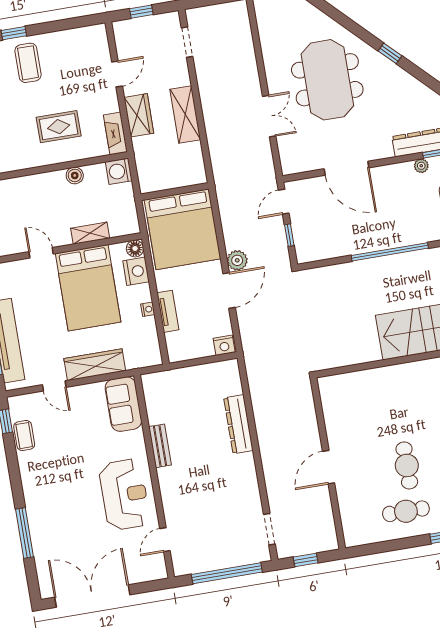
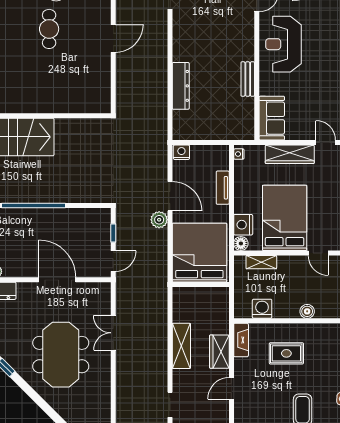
washing machine: (119, 171) -> (262, 309), moved, turned -90
boiler: (75, 175) -> (307, 311), moved
shelving: (90, 233) -> (261, 262), moved
door: (229, 291) -> (170, 196), swing flipped
nightstand: (148, 309) -> (239, 154), moved

